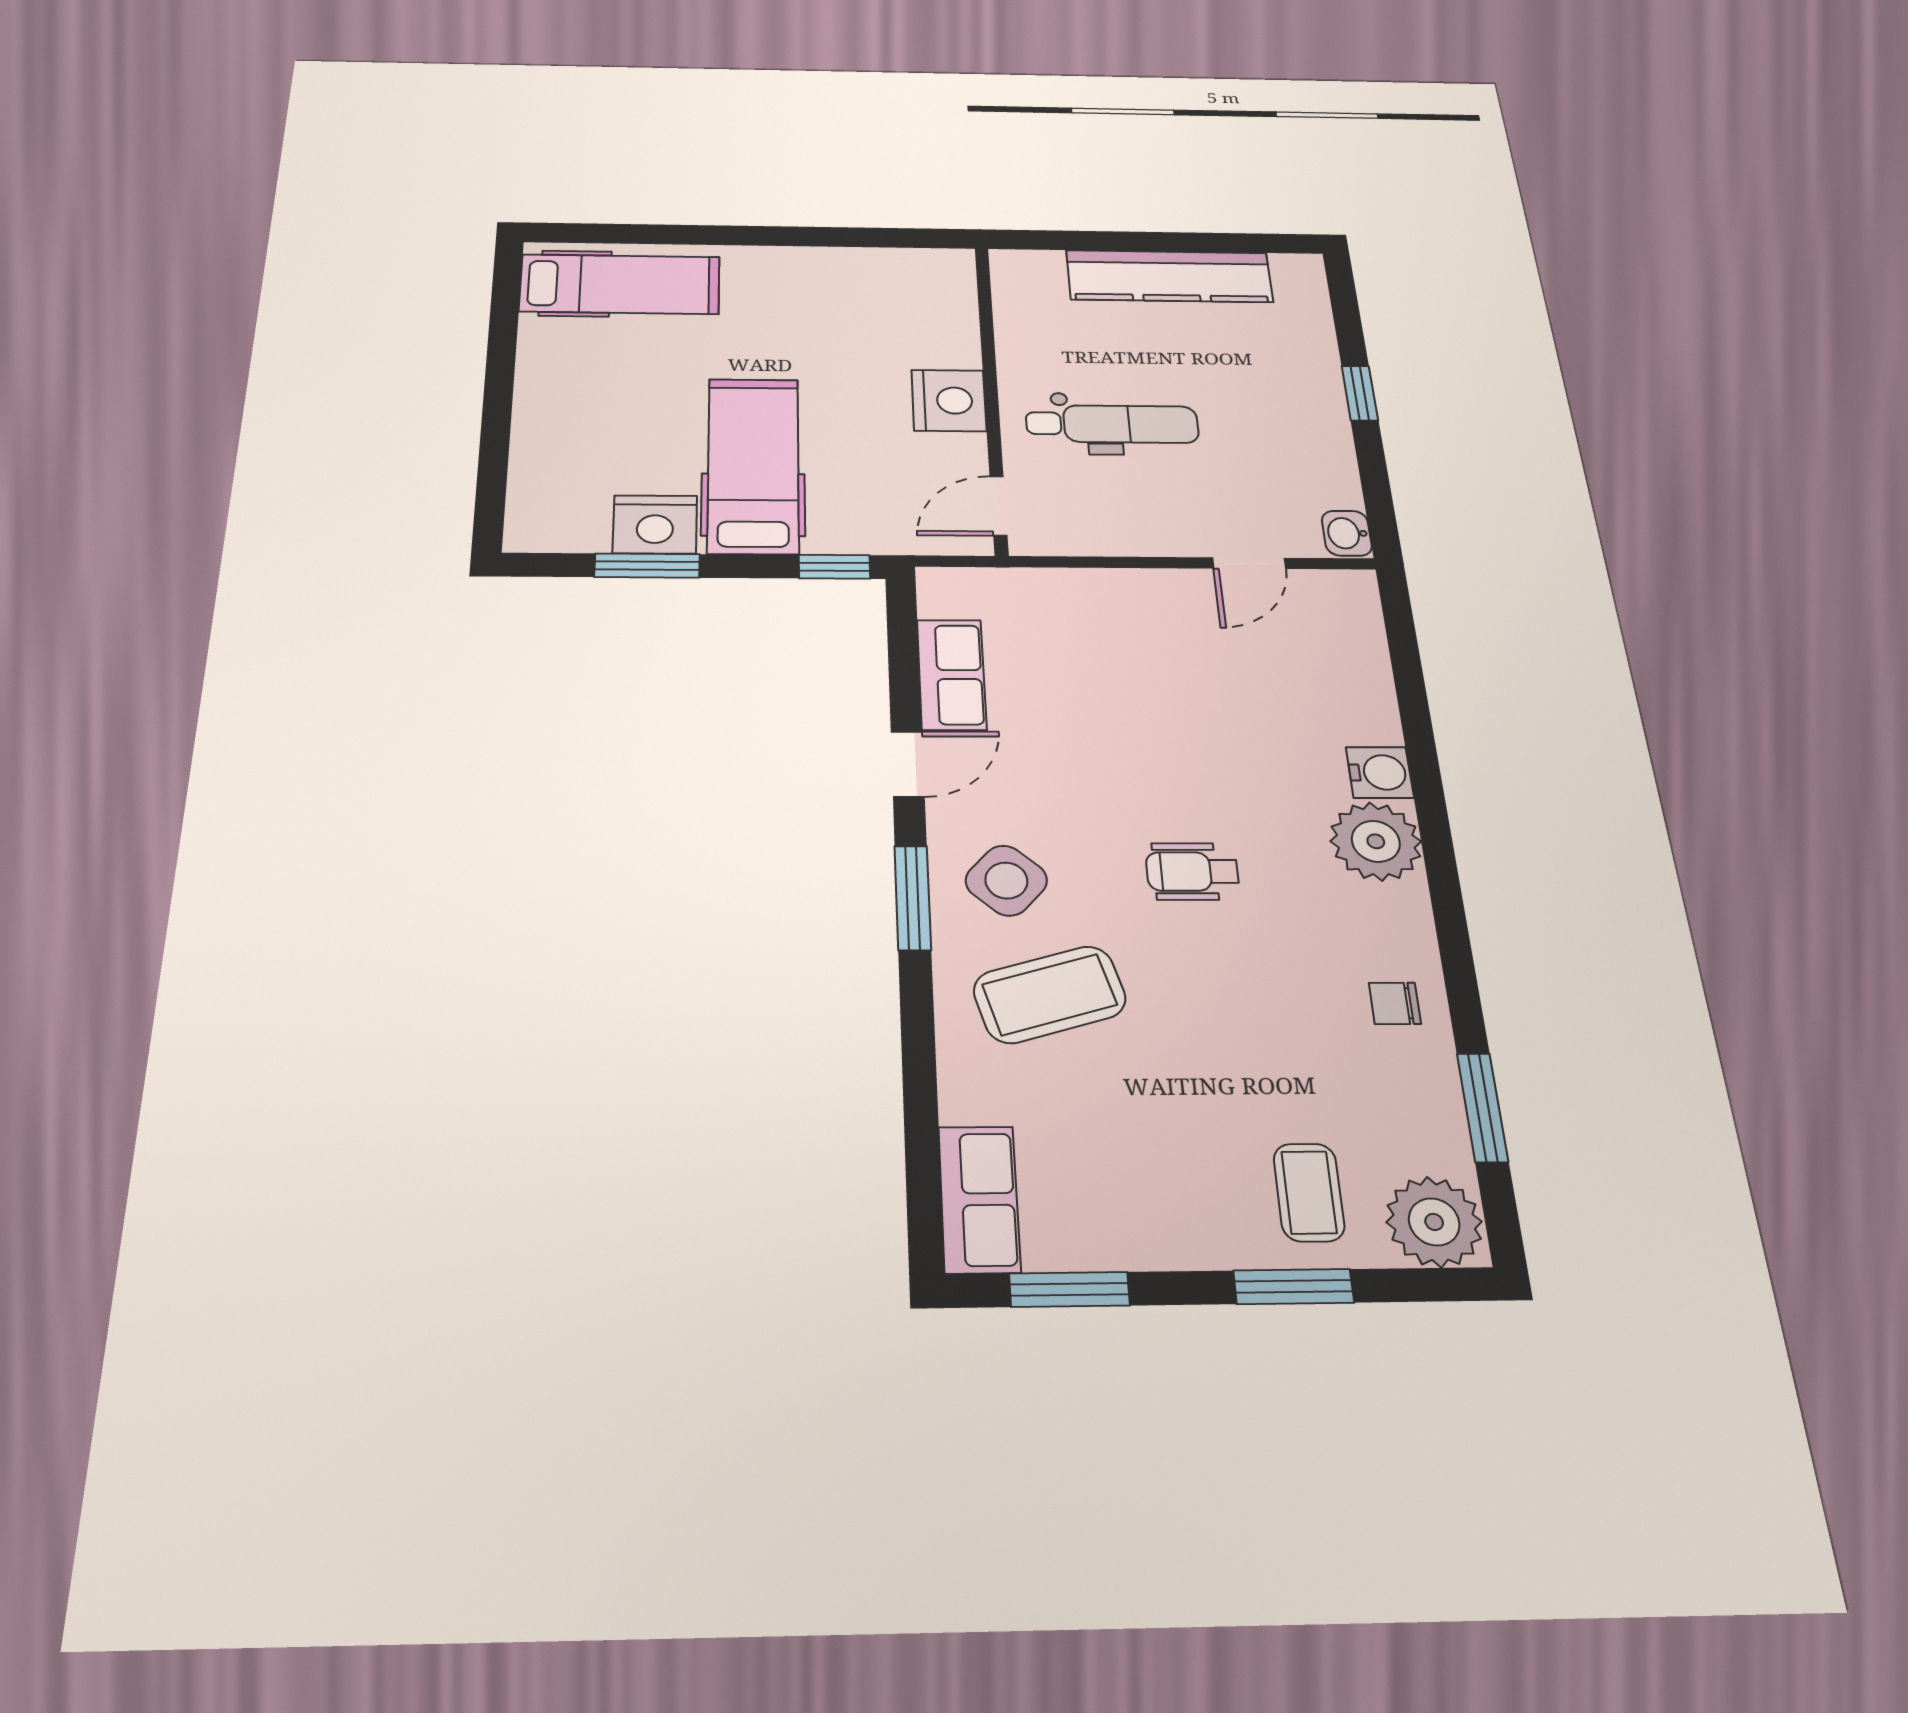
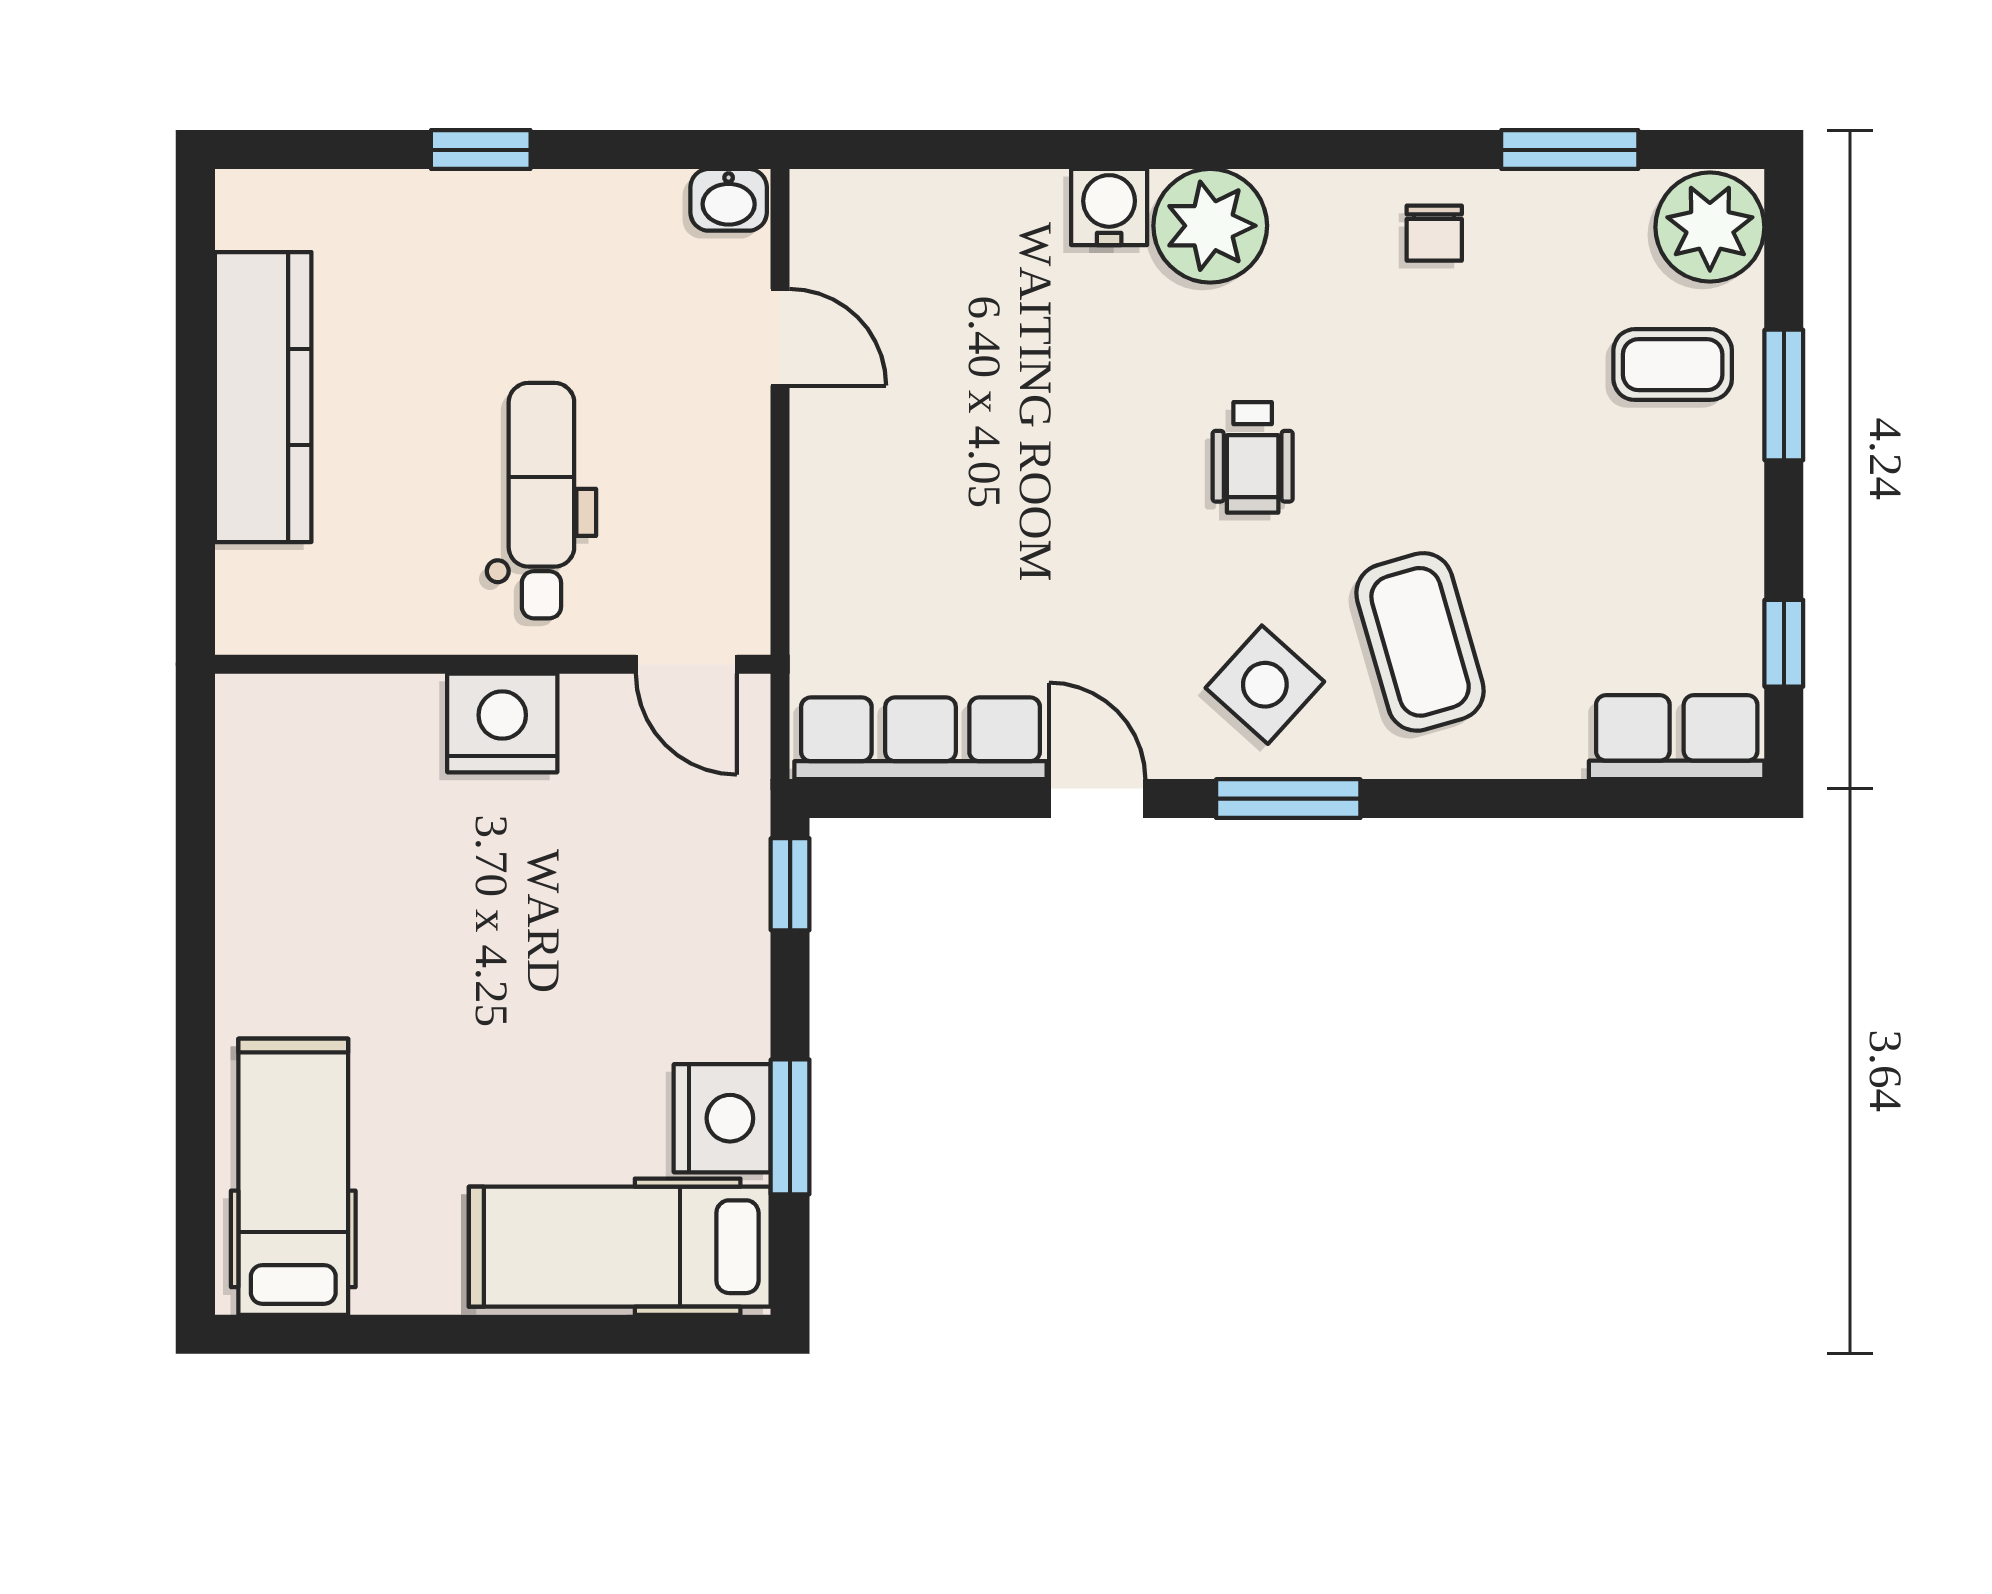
hospital bed: (753, 465) -> (620, 1247), moved
row of seats: (952, 674) -> (920, 738), width x1.48
window: (1069, 1289) -> (1784, 643), width x0.67

